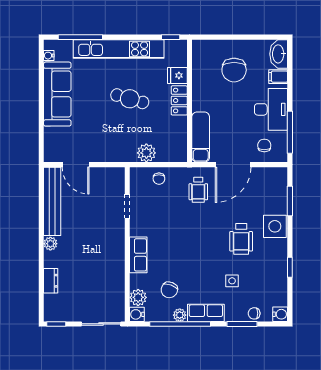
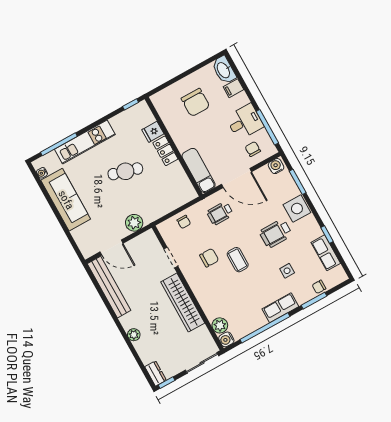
kitchen unit: (119, 49) -> (85, 142), width x0.73
desk: (271, 109) -> (245, 122), width x0.73
plant: (146, 153) -> (134, 223), moved
door: (233, 165) -> (237, 178), hinge flipped
wheelchair: (198, 190) -> (220, 213), turned 90
wheelchair: (241, 239) -> (276, 233), turned 90
plant: (50, 244) -> (134, 335), moved
coffee table: (191, 244) -> (238, 260), added
wardrobe: (115, 255) -> (183, 302), added
row of seats: (138, 255) -> (326, 253), moved, turned 180
dresser: (51, 281) -> (156, 373), moved
chair: (169, 290) -> (209, 258), moved, turned -110
water cooler: (280, 314) -> (276, 166), moved, turned -90
plant: (180, 315) -> (261, 321), removed

